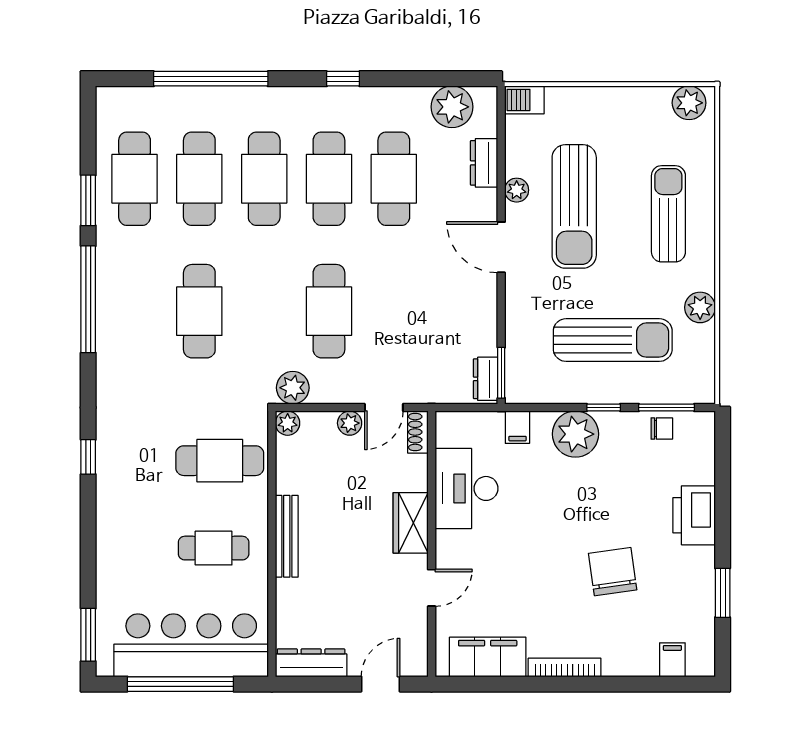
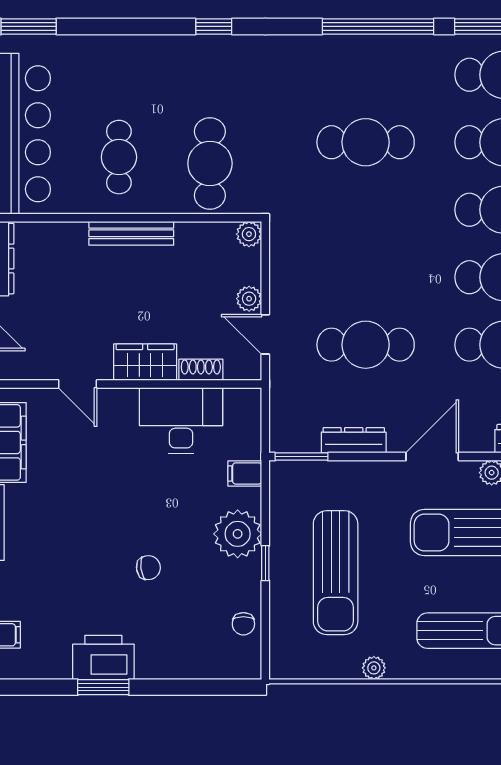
plant: (700, 307) -> (374, 668), width x0.73, depth x0.73
cafe table: (329, 311) -> (366, 345), moved
dresser: (486, 379) -> (354, 440), moved, width x1.44
plant: (293, 388) -> (286, 239), removed
window: (666, 407) -> (265, 629), removed
shoe rack: (418, 432) -> (201, 370), moved
printer: (694, 515) -> (103, 657), moved
chair: (613, 572) -> (148, 568), moved, width x0.54, depth x0.54
window: (723, 593) -> (103, 687), moved

